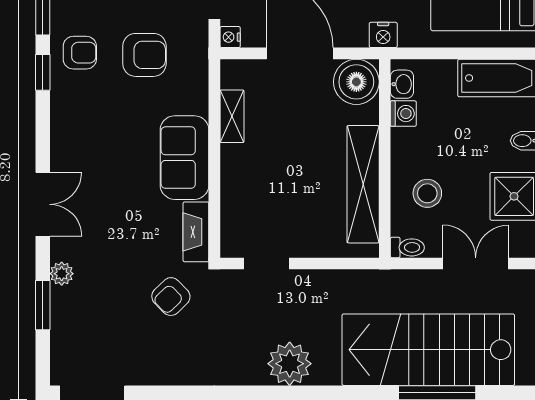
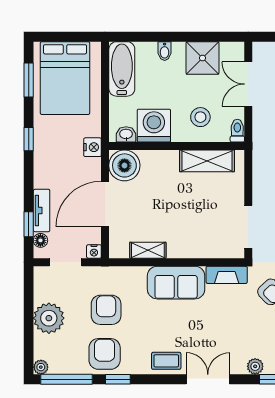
armchair: (80, 53) -> (105, 354), width x1.38, depth x1.38
washing machine: (403, 114) -> (154, 126), width x1.89, depth x1.89
coffee table: (70, 143) -> (166, 361), added
shelving: (363, 184) -> (207, 161), width x0.68
doorway: (267, 263) -> (248, 227), width x1.38

